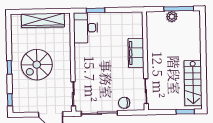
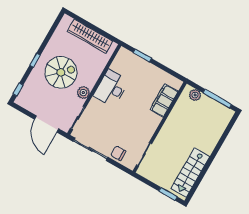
plant: (172, 17) -> (195, 95), moved
desk: (86, 28) -> (111, 88), moved
filing cabinet: (136, 53) -> (164, 100), moved
spiral stairs: (37, 65) -> (61, 72), turned 180
plant: (65, 70) -> (83, 93), added

